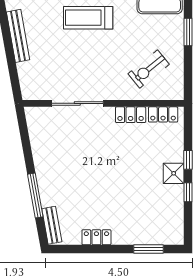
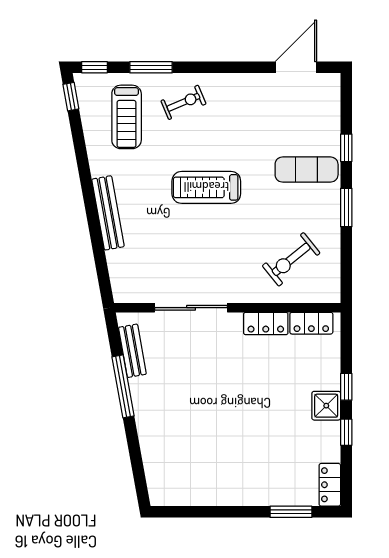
window: (35, 195) -> (123, 386), moved
bench: (52, 225) -> (132, 351), moved
locker: (96, 237) -> (330, 485), moved, turned -90

